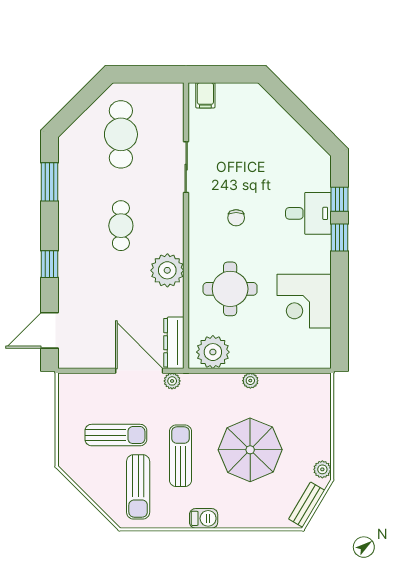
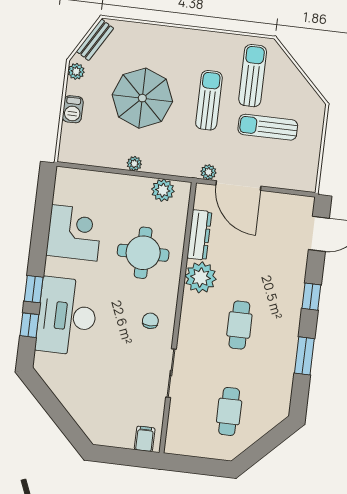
cafe table: (121, 134) -> (229, 411), width x0.73, depth x0.74
window: (49, 182) -> (304, 356), moved
desk: (308, 213) -> (67, 316), width x1.87, depth x1.30
chair: (236, 218) -> (150, 321), moved
dresser: (174, 343) -> (199, 235), moved
plant: (213, 352) -> (163, 190), width x0.73, depth x0.73
sun lounger: (180, 456) -> (209, 100), turned 180
barbecue: (204, 518) -> (73, 109), moved, turned -90

